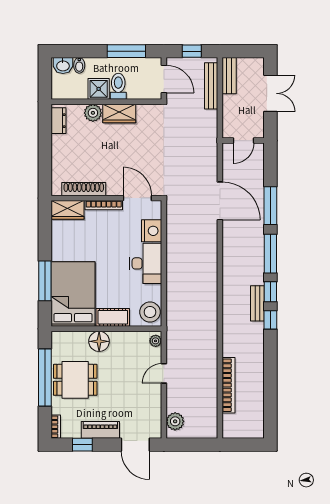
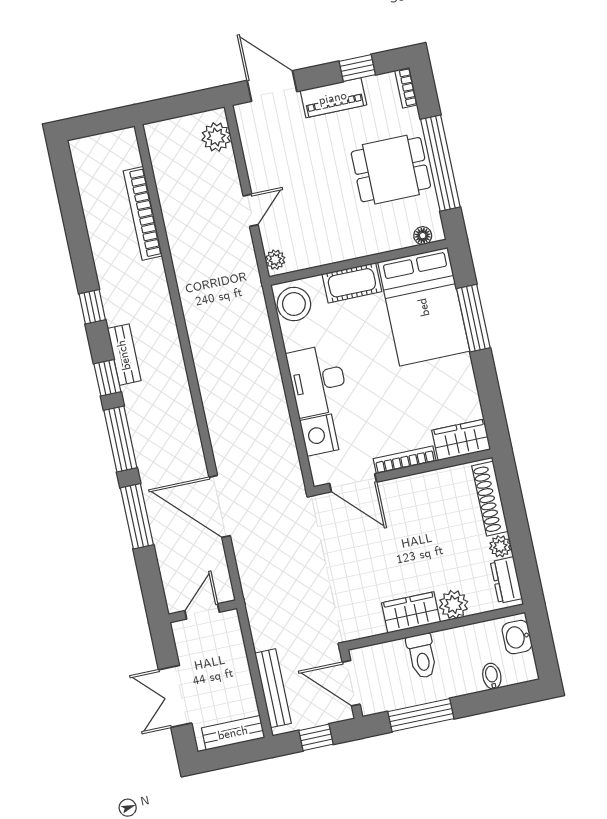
washbasin: (63, 65) -> (517, 637), moved, turned -90
bench: (229, 76) -> (233, 733), moved, turned 90
shower: (99, 89) -> (453, 645), removed
plant: (58, 142) -> (500, 546), added
shoe rack: (84, 189) -> (490, 499), moved, turned 90
window: (270, 320) -> (92, 307), moved
floor lamp: (99, 341) -> (423, 236), moved, width x0.53, depth x0.53

